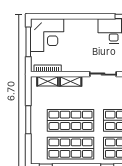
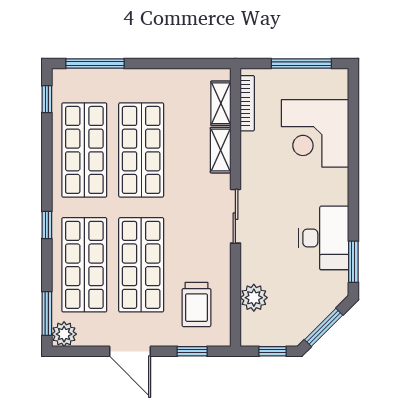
corner desk: (47, 35) -> (315, 133), moved
window: (28, 120) -> (95, 64), moved

